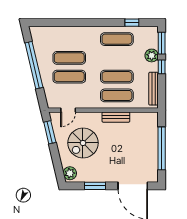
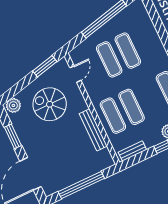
bench: (154, 89) -> (132, 151), width x0.73
door: (68, 110) -> (75, 74), swing flipped
bench: (116, 117) -> (93, 130), width x1.36

